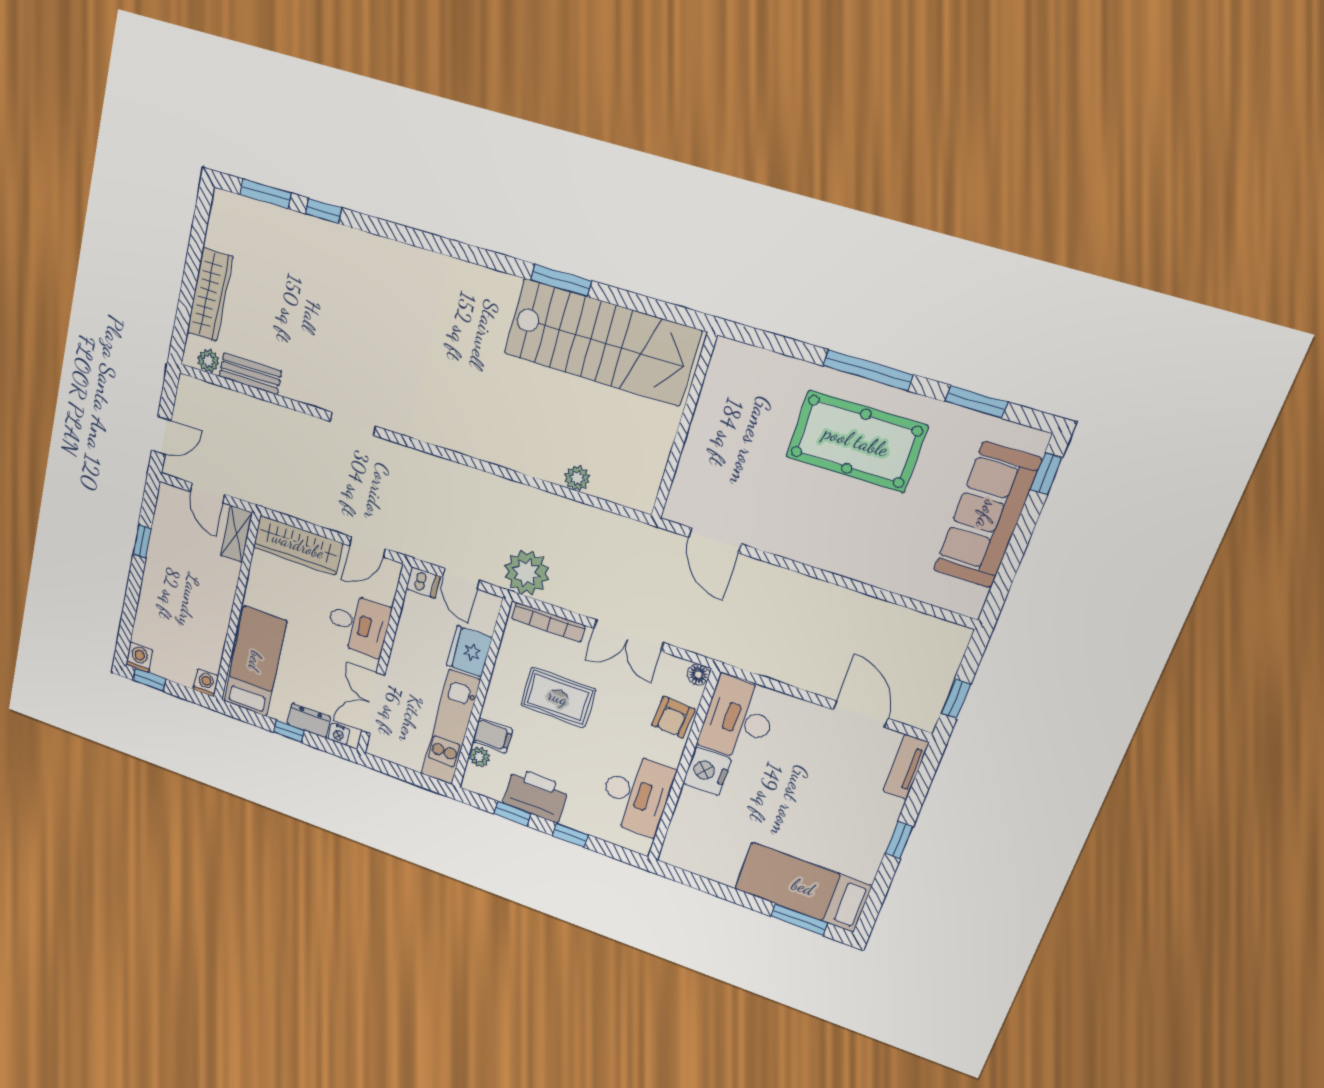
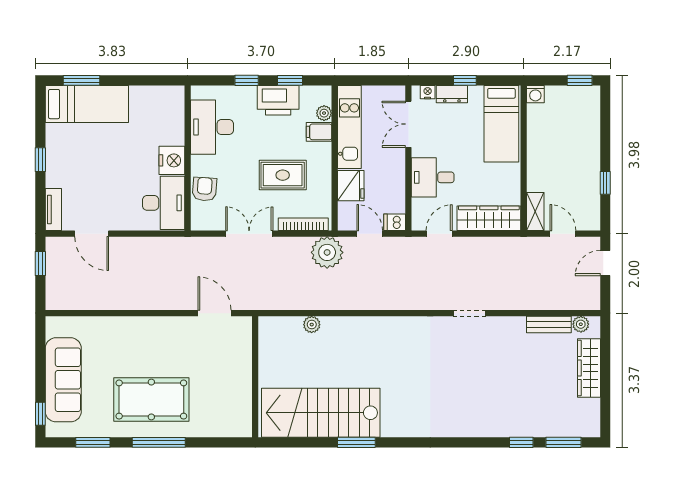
washing machine: (139, 657) -> (591, 95), removed
floor lamp: (698, 674) -> (198, 223), removed
double door: (373, 703) -> (408, 124), swing flipped

